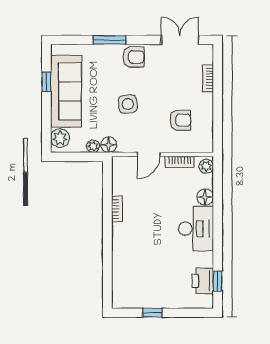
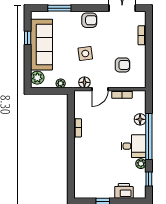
window: (109, 40) -> (59, 8), moved
floor lamp: (109, 145) -> (84, 82), moved
plant: (206, 166) -> (141, 164), moved
window: (218, 221) -> (149, 136), added
desk: (196, 229) -> (134, 146), width x0.73
printer: (203, 281) -> (124, 191), moved, turned 90

